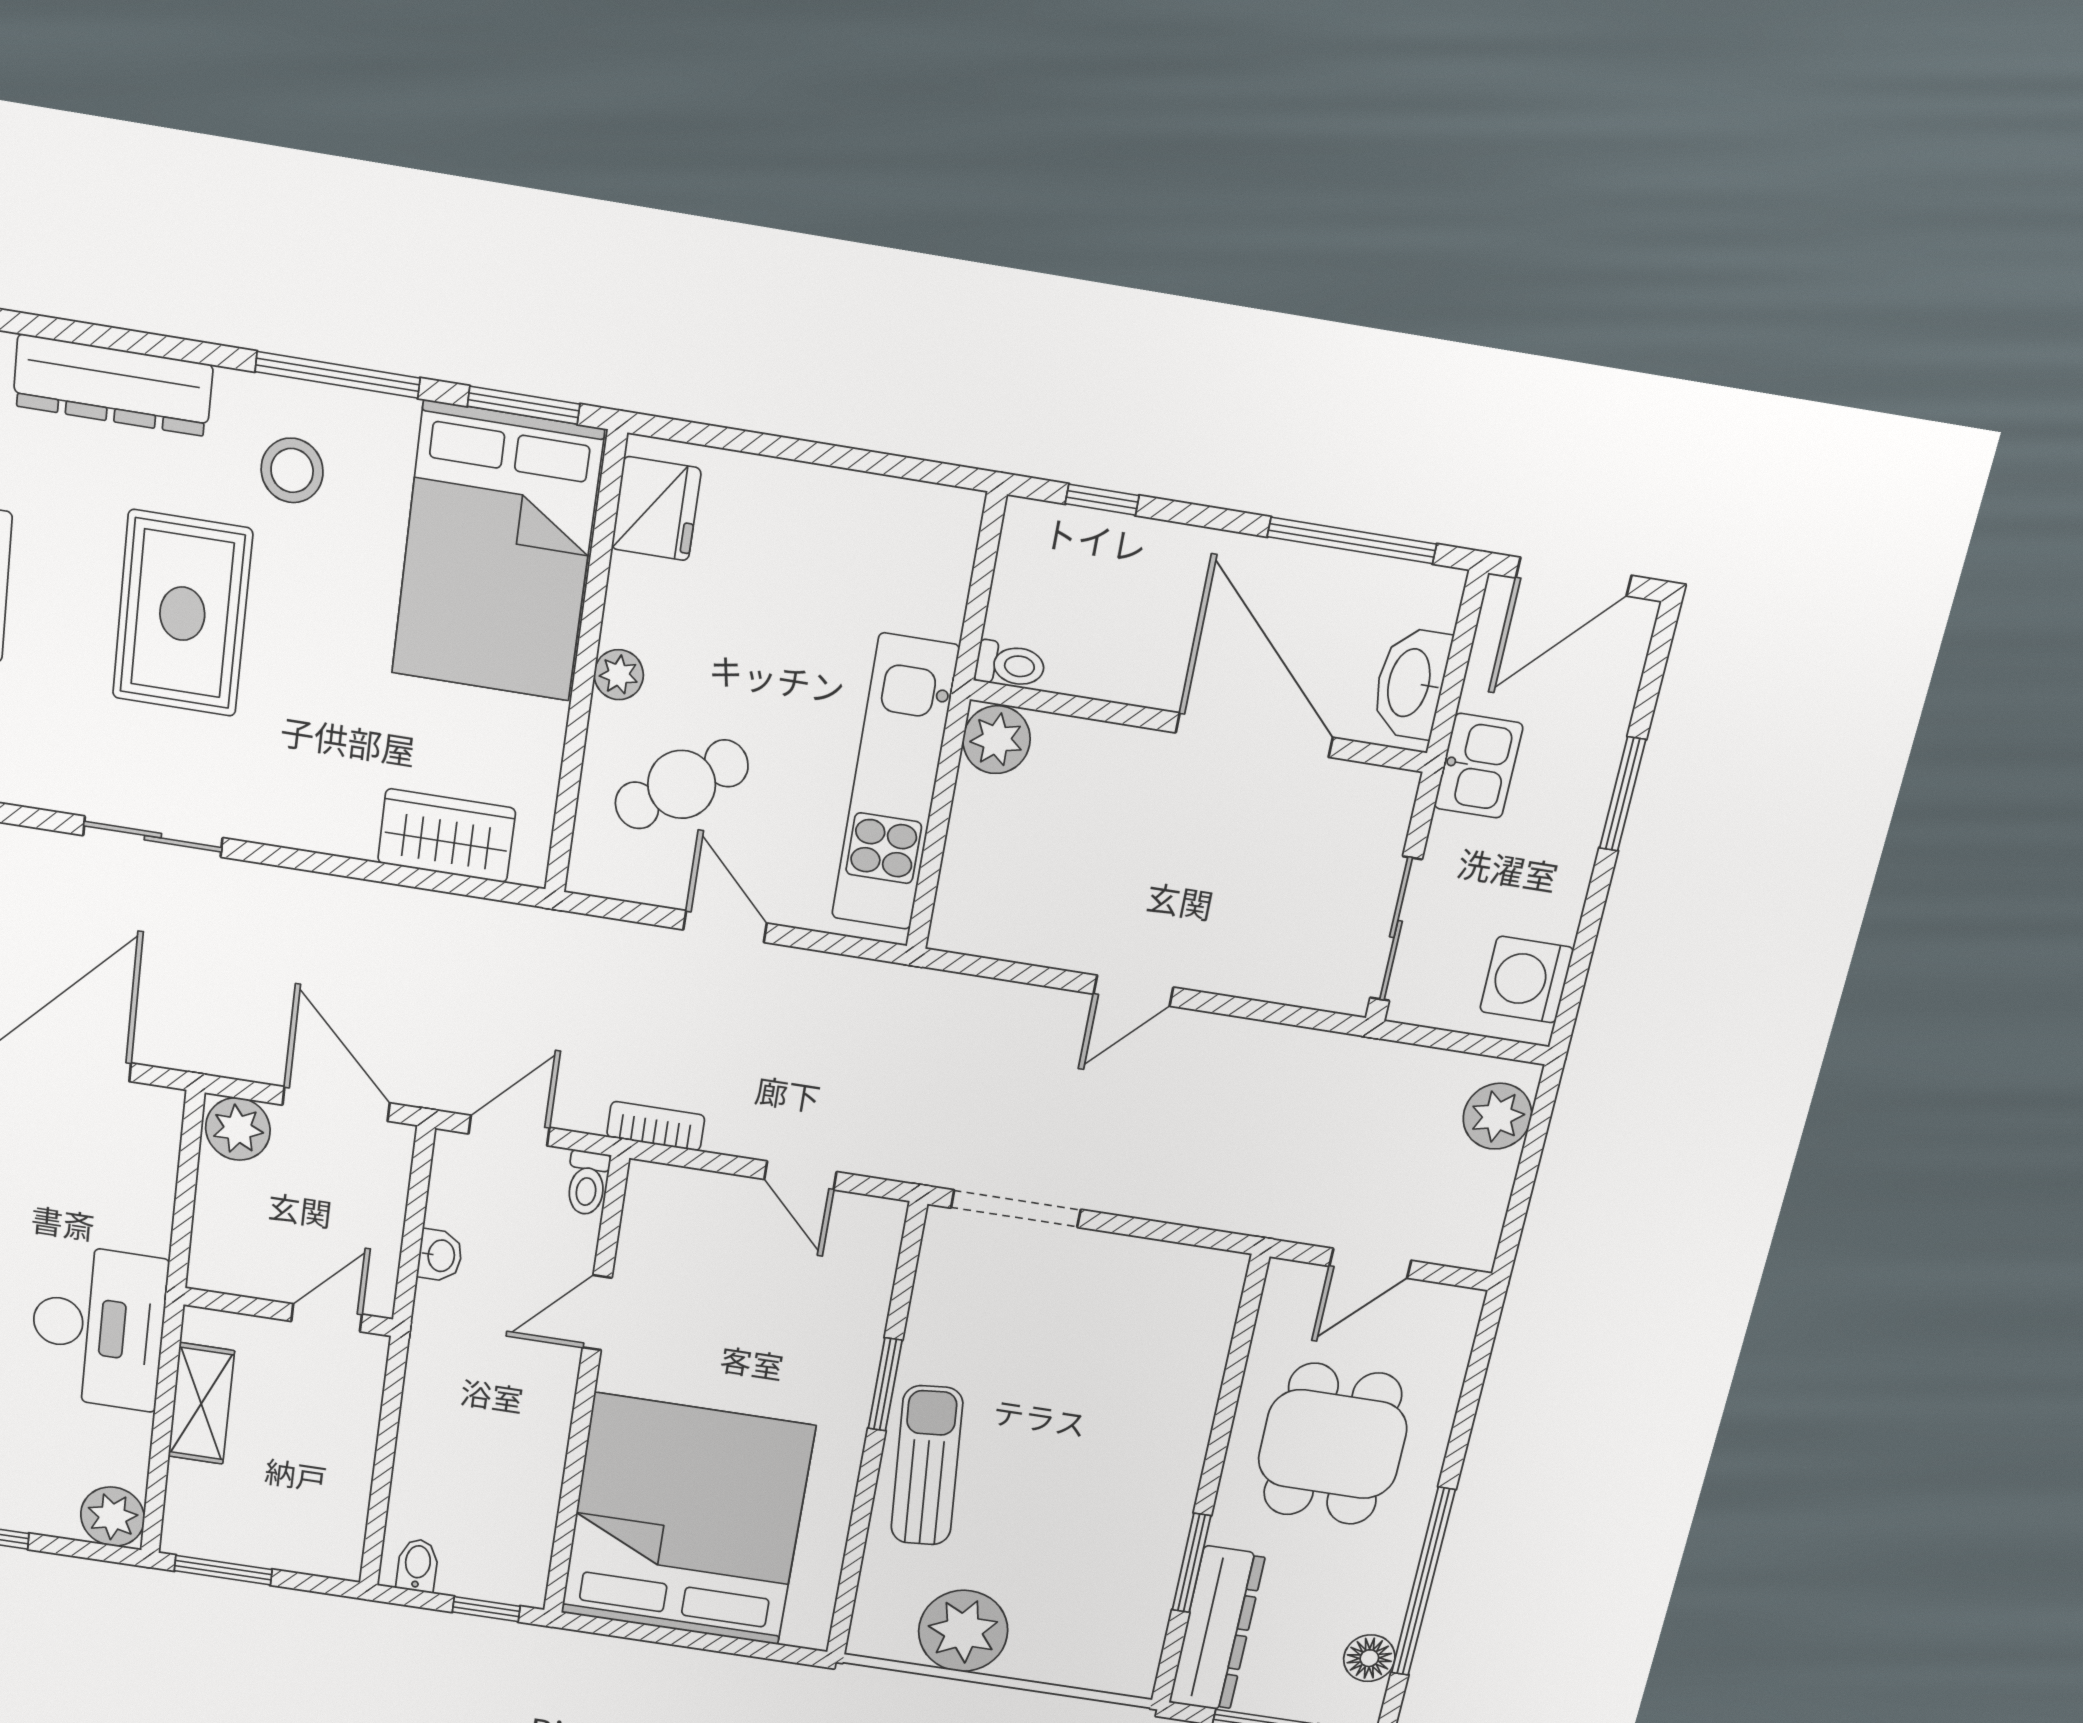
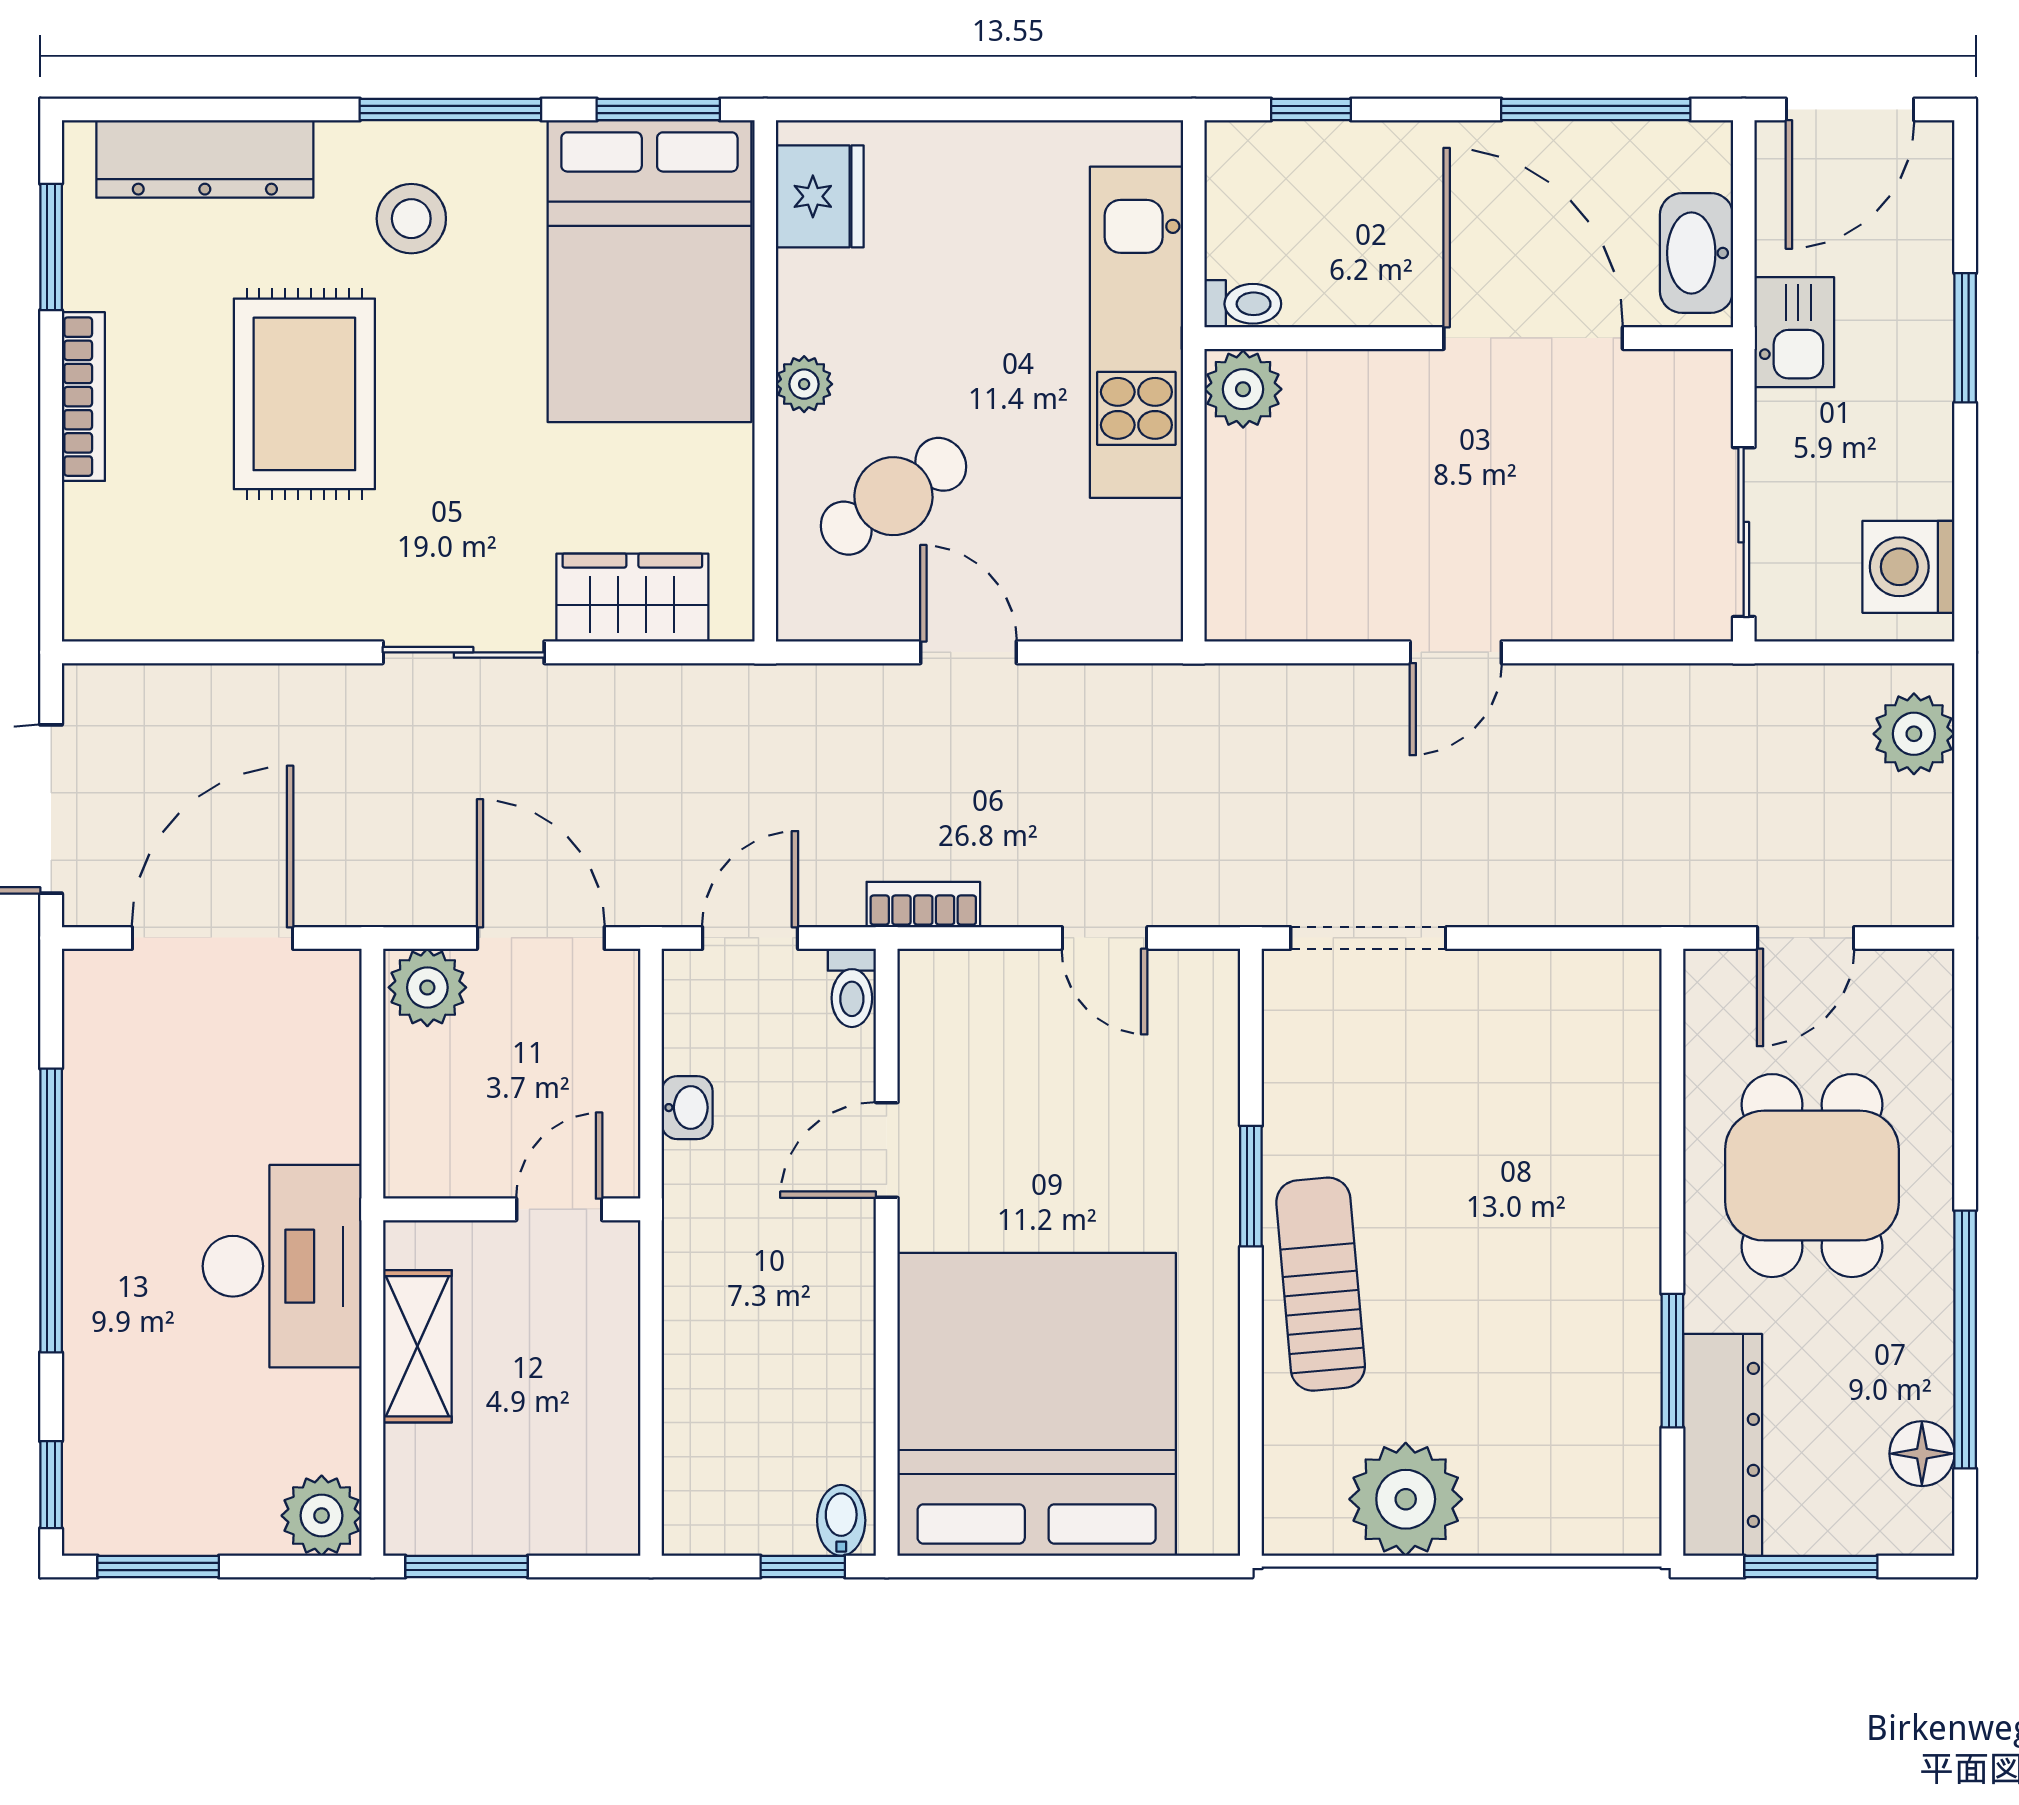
kitchen unit: (895, 783) -> (1136, 332), moved
sliding door: (153, 837) -> (464, 652), moved
bidet: (417, 1565) -> (841, 1520), moved

